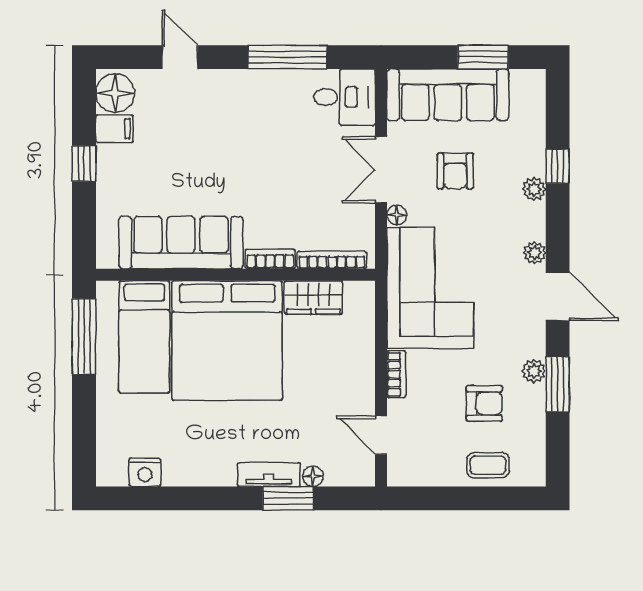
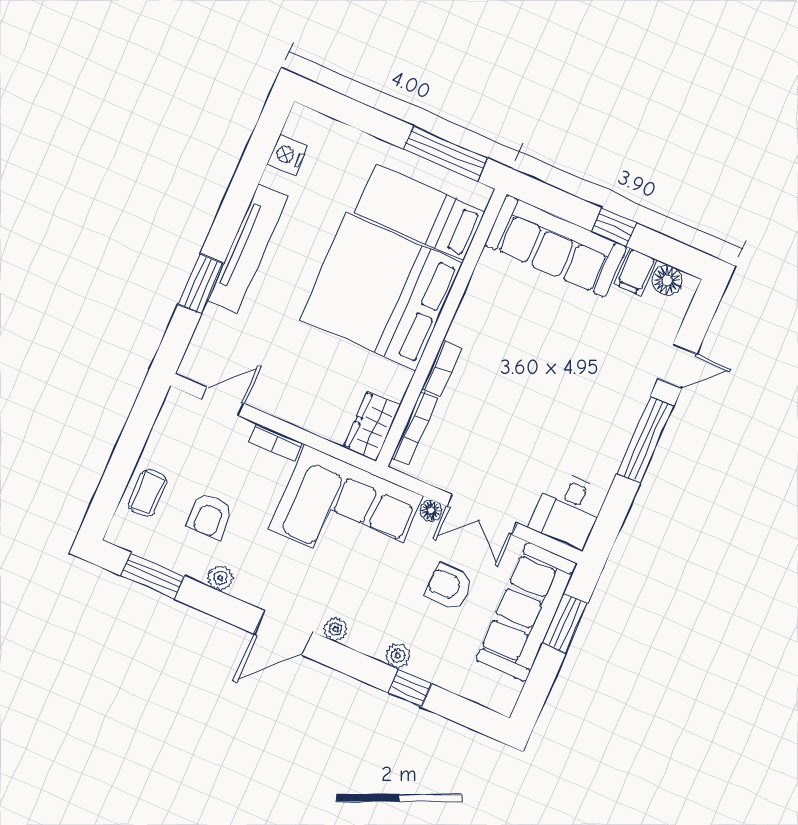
window: (288, 57) -> (645, 440), moved
window: (483, 57) -> (565, 623), moved
floor lamp: (115, 93) -> (667, 280), width x0.73, depth x0.73
double door: (381, 170) -> (482, 515), swing flipped
sofa: (181, 243) -> (556, 246), moved, turned 90
wardrobe: (313, 297) -> (372, 426), moved
window: (558, 384) -> (153, 576), moved
tv unit: (269, 475) -> (248, 248), width x1.92, depth x1.29
floor lamp: (313, 476) -> (212, 317), removed

